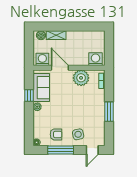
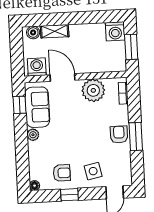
window: (109, 49) -> (131, 47), added
washing machine: (95, 59) -> (115, 31), moved, turned 180
window: (29, 96) -> (20, 105), moved
armchair: (97, 110) -> (119, 134), added
window: (61, 150) -> (69, 195), width x0.46

